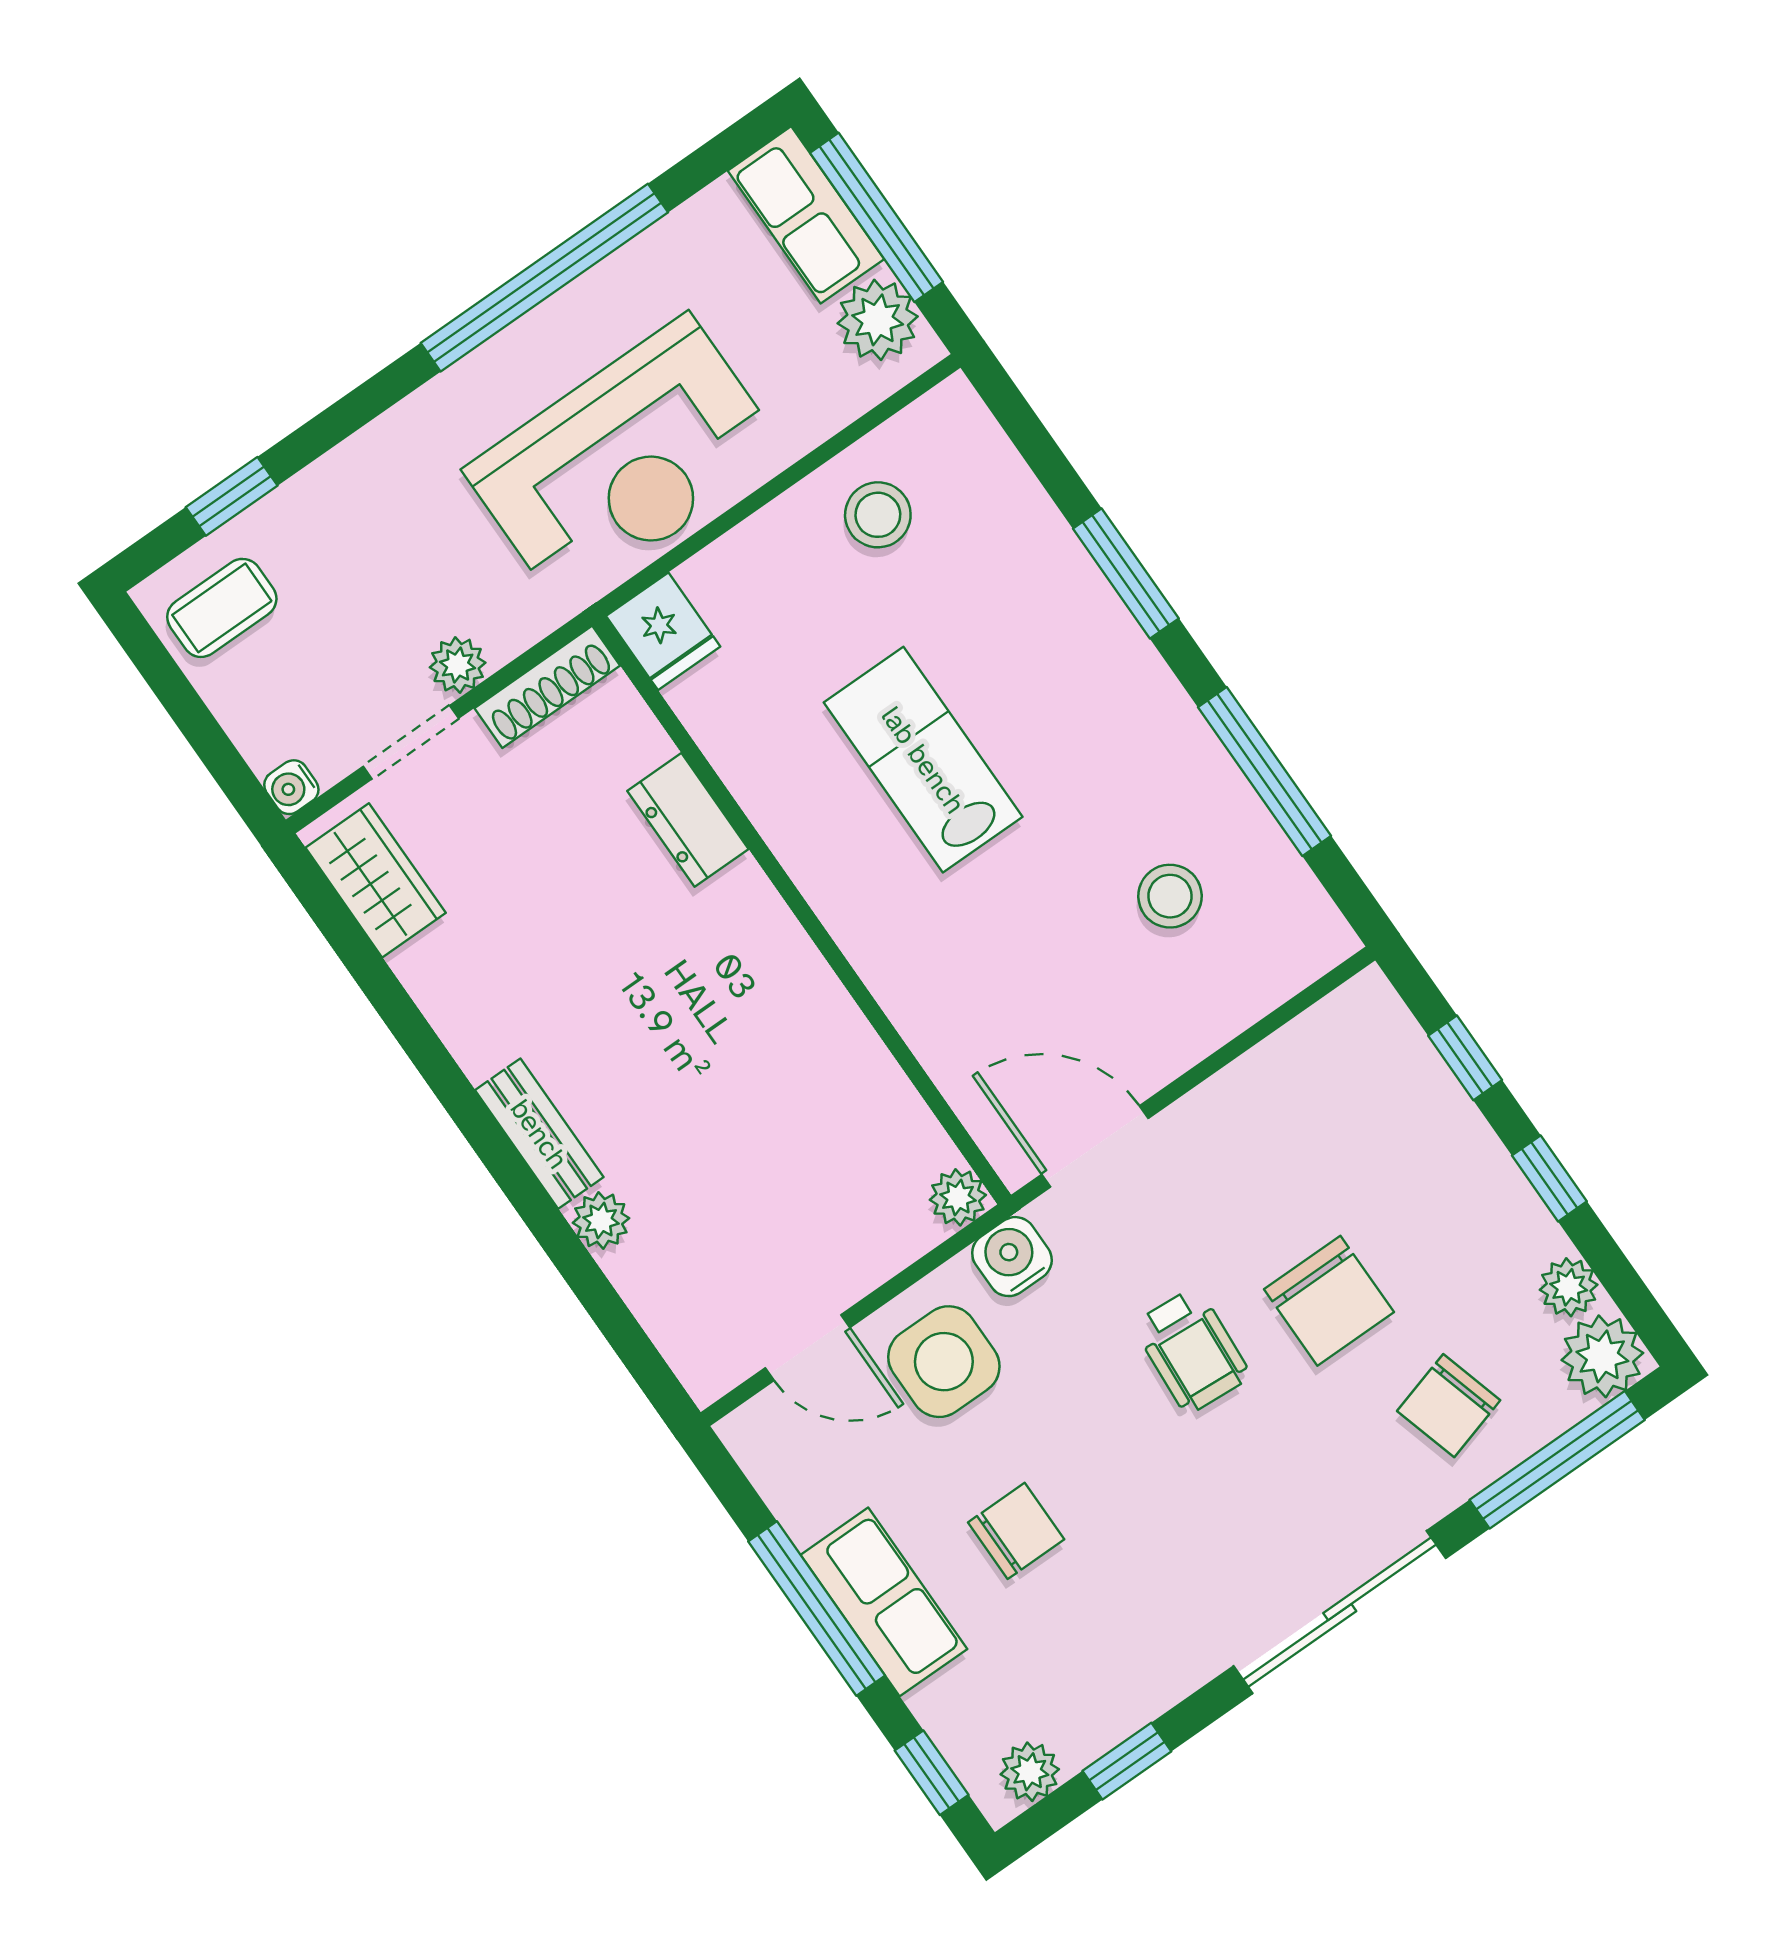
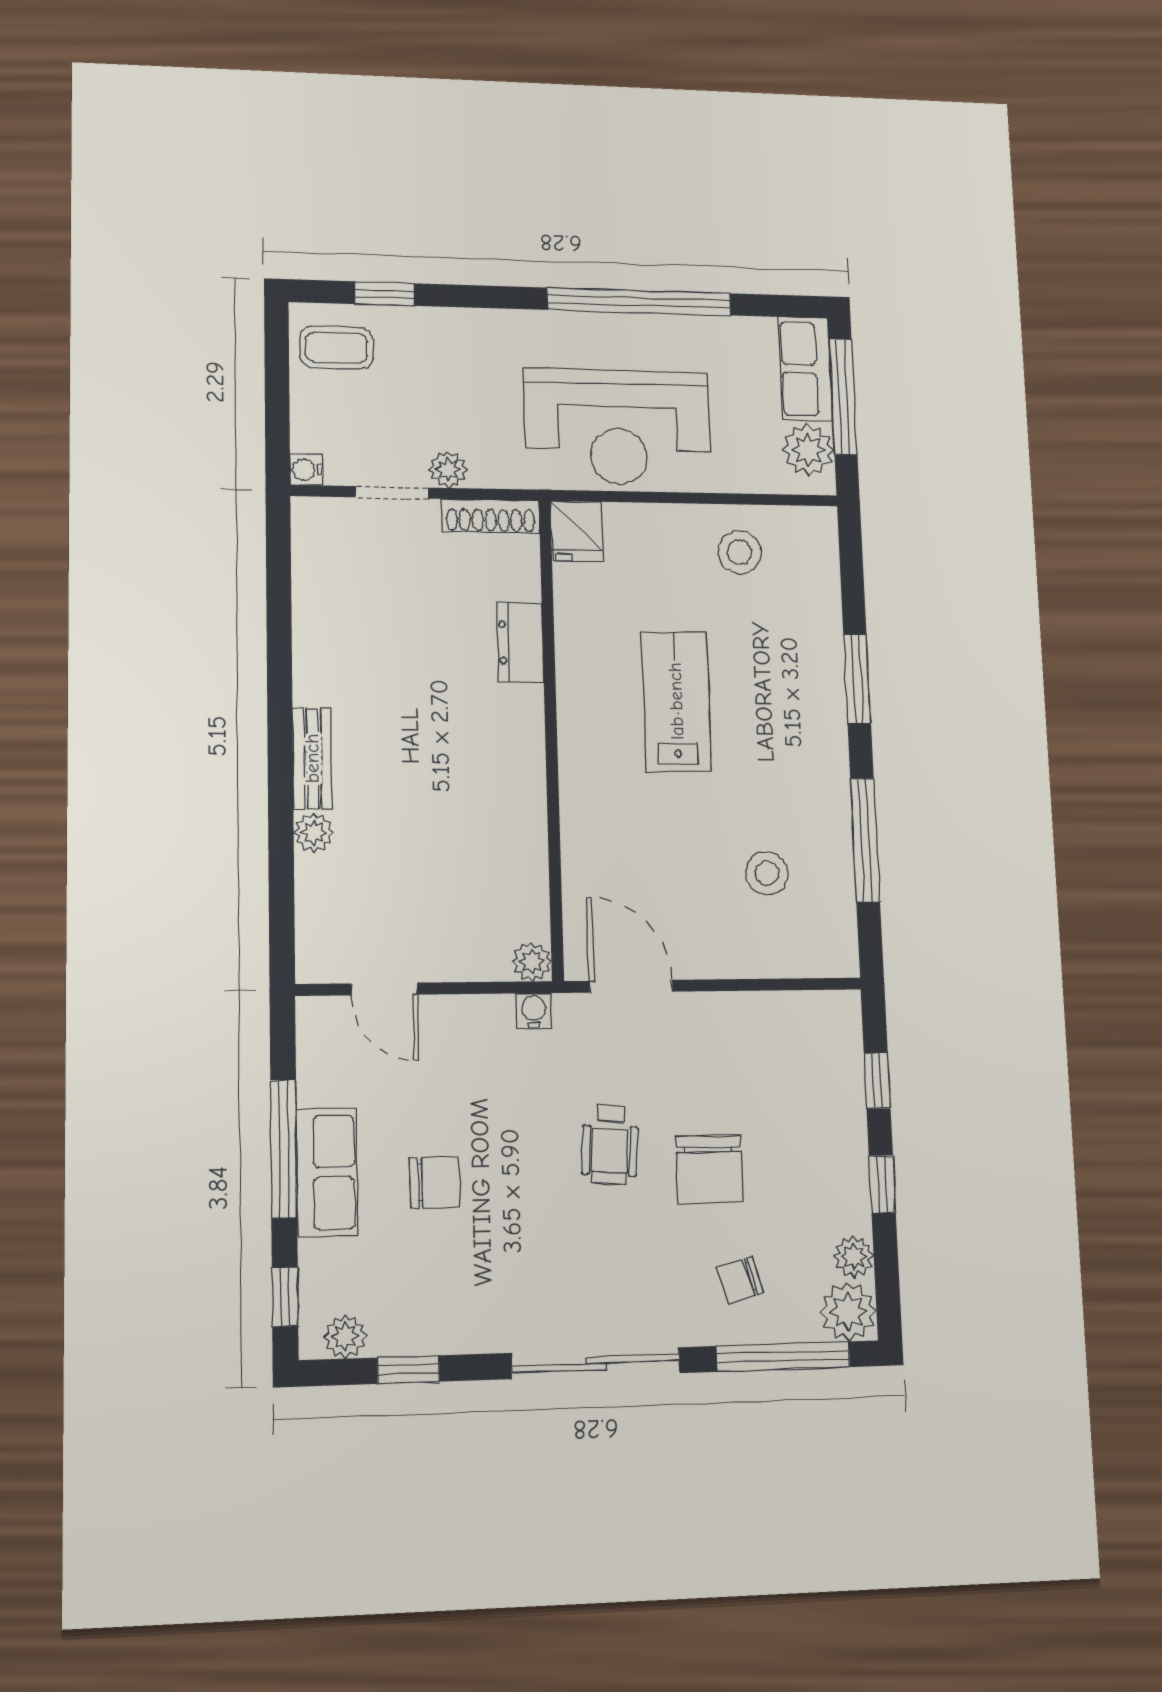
wardrobe: (376, 880) -> (318, 553), removed
water cooler: (1012, 1257) -> (534, 1011), width x0.72, depth x0.72
side table: (944, 1362) -> (459, 1052), removed
chair: (1449, 1406) -> (740, 1280), width x0.73, depth x0.73

